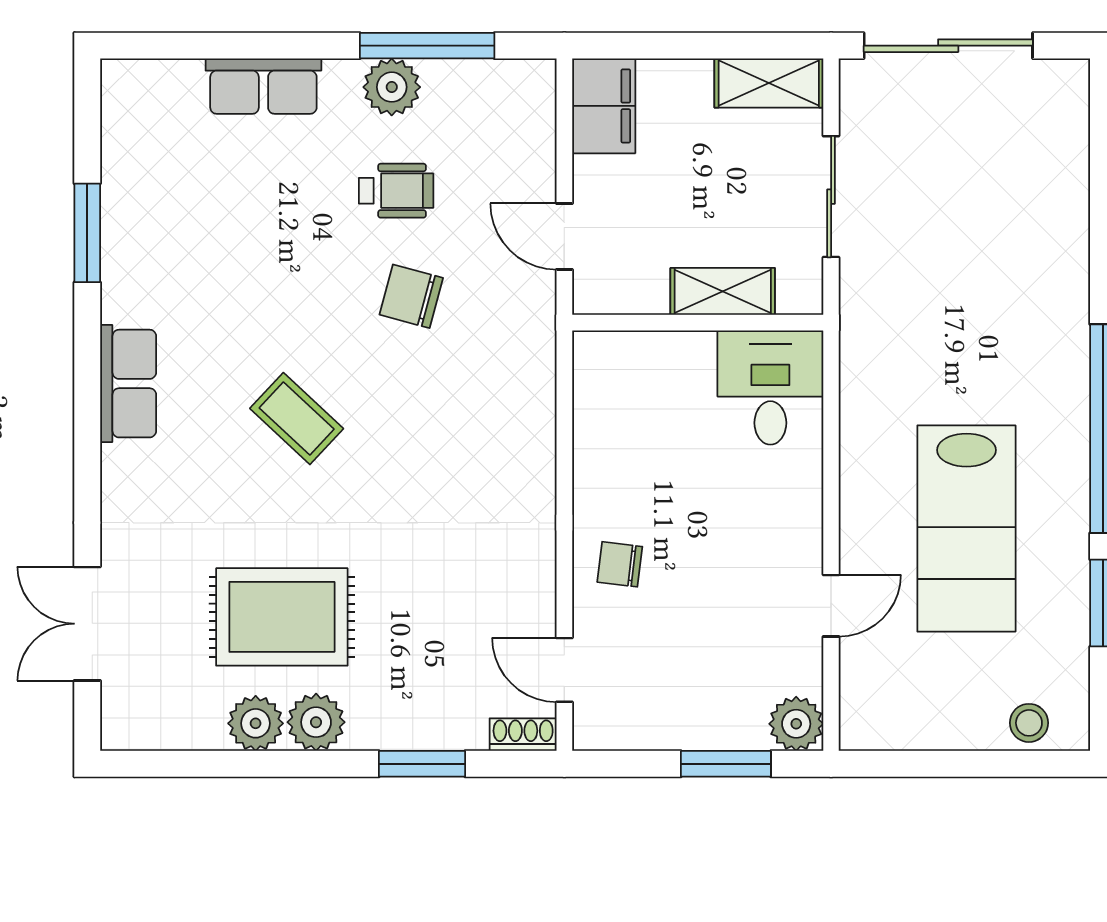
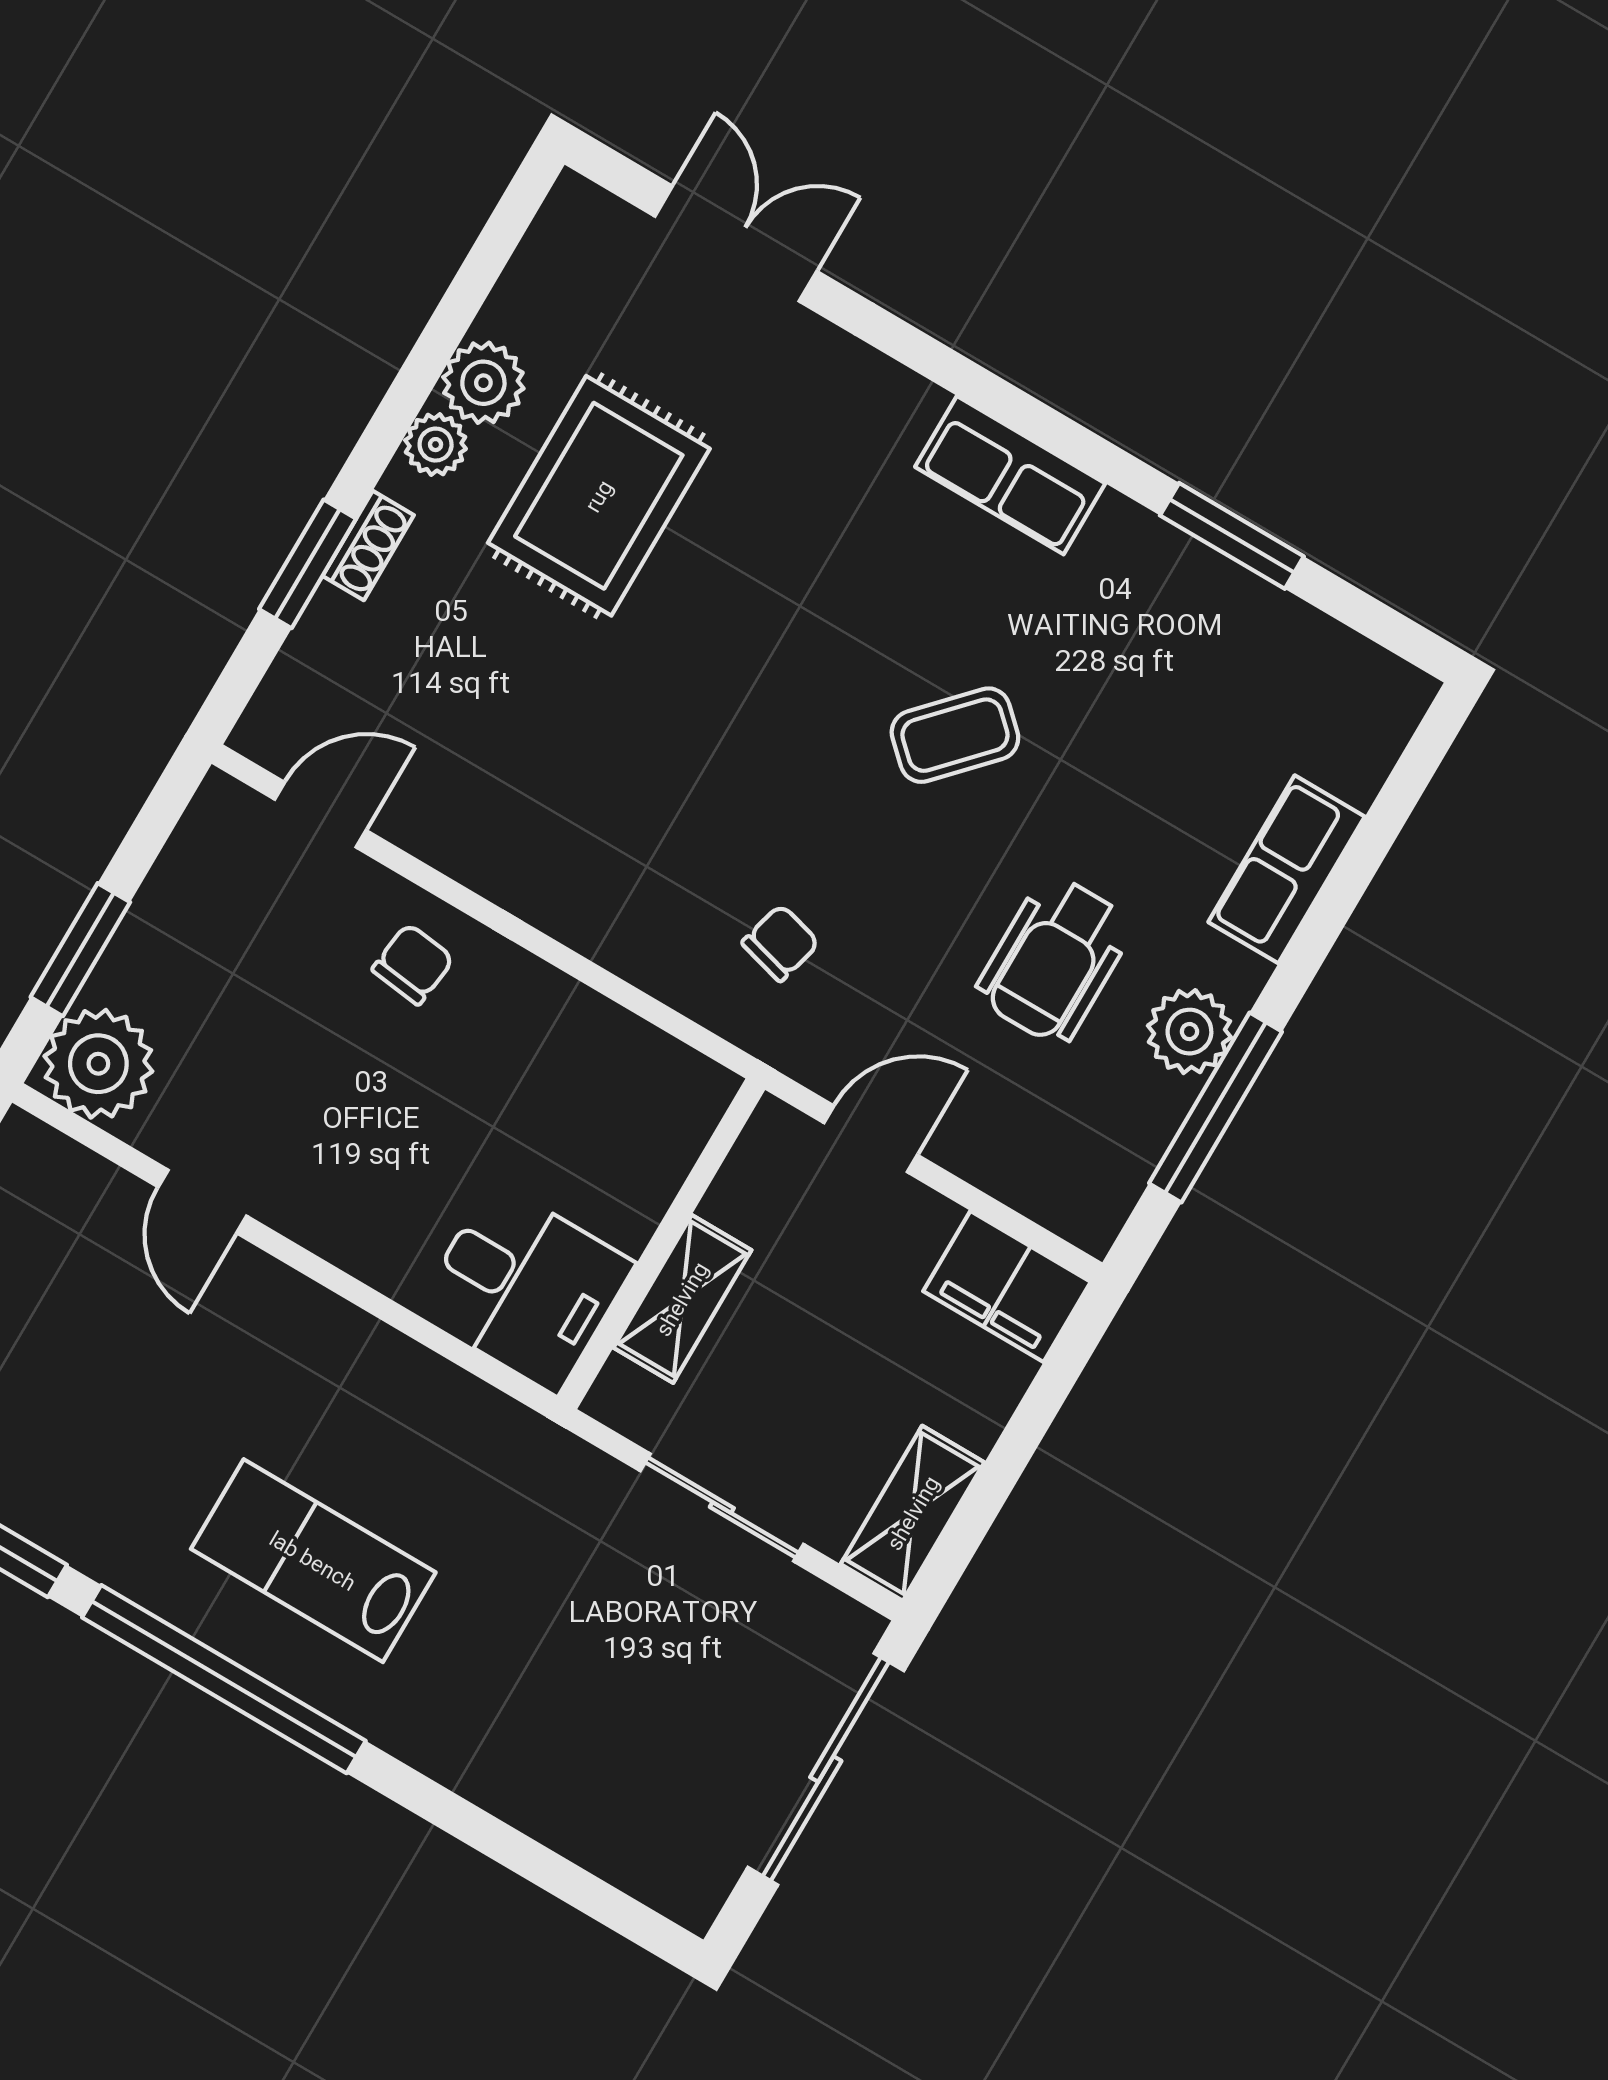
wheelchair: (396, 191) -> (1055, 960), width x1.36, depth x1.37
chair: (411, 296) -> (781, 943), moved, width x0.73, depth x0.73
coffee table: (297, 419) -> (955, 735), moved
lab bench: (966, 529) -> (313, 1561), moved, width x0.73, depth x0.72
plant: (316, 722) -> (436, 445), width x0.73, depth x0.73
plant: (796, 724) -> (98, 1064), width x1.36, depth x1.36
shoe rack: (523, 735) -> (368, 546), moved

